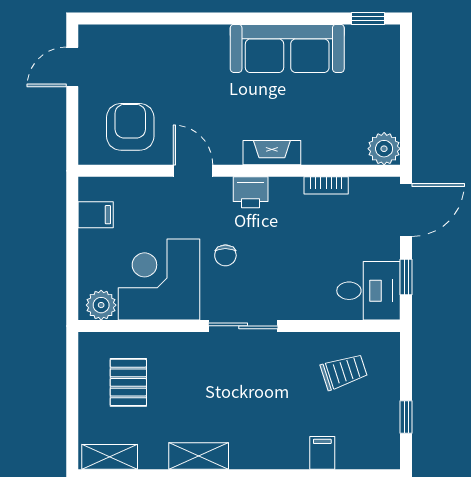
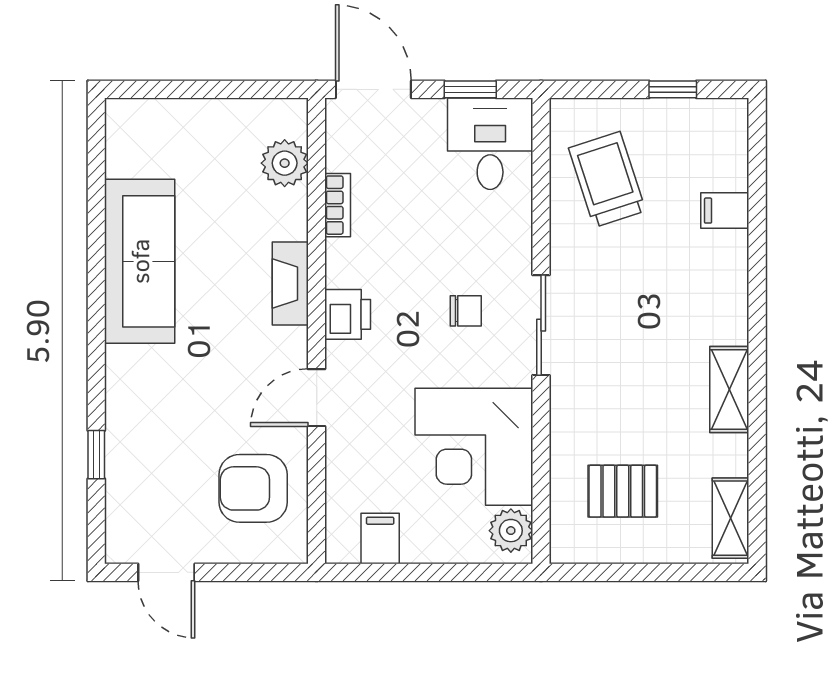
window: (368, 18) -> (96, 455), moved
plant: (384, 149) -> (285, 163), moved
chair: (225, 255) -> (466, 311), moved
trolley: (344, 372) -> (607, 179), width x1.36, depth x1.39

